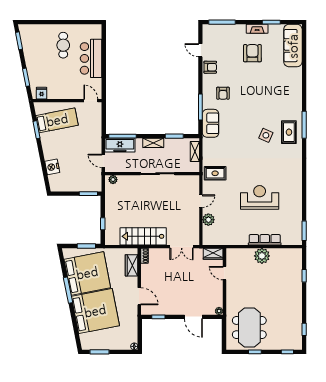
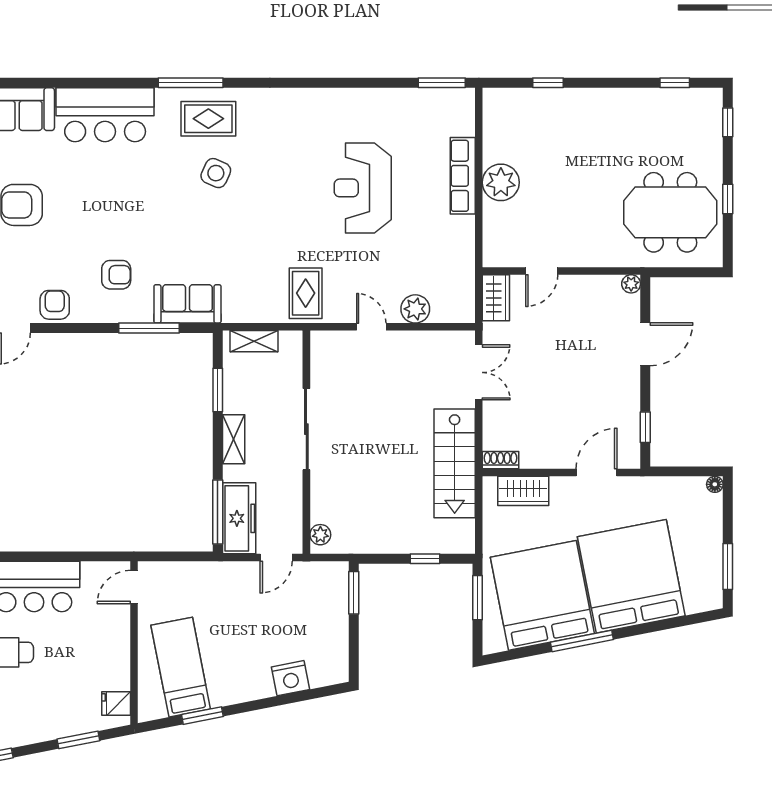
bar counter: (291, 88) -> (105, 115), added

